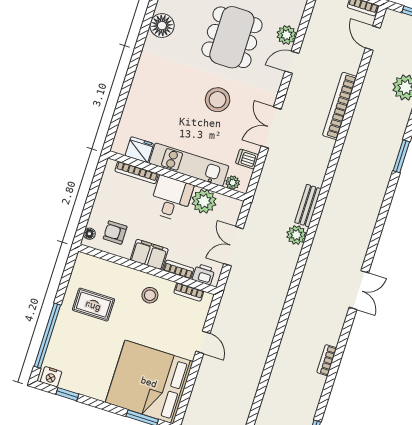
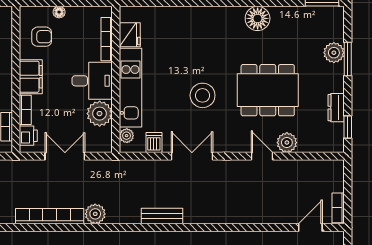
bookcase: (340, 106) -> (50, 216), moved
bench: (308, 206) -> (162, 216), moved
armchair: (115, 233) -> (42, 37), turned 90
floor lamp: (89, 234) -> (59, 12), moved

